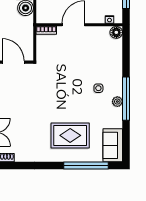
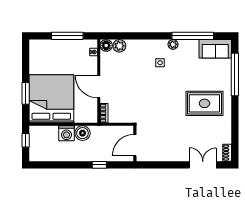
plant: (116, 46) -> (119, 46), added
window: (126, 99) -> (193, 36), moved
rug: (70, 135) -> (204, 103), moved, turned 90

